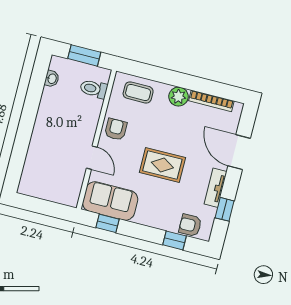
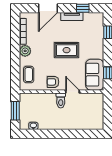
toilet: (94, 89) -> (61, 100), moved
door: (92, 158) -> (73, 92), hinge flipped
rug: (162, 165) -> (67, 50), turned 90
armchair: (190, 225) -> (97, 25), removed

